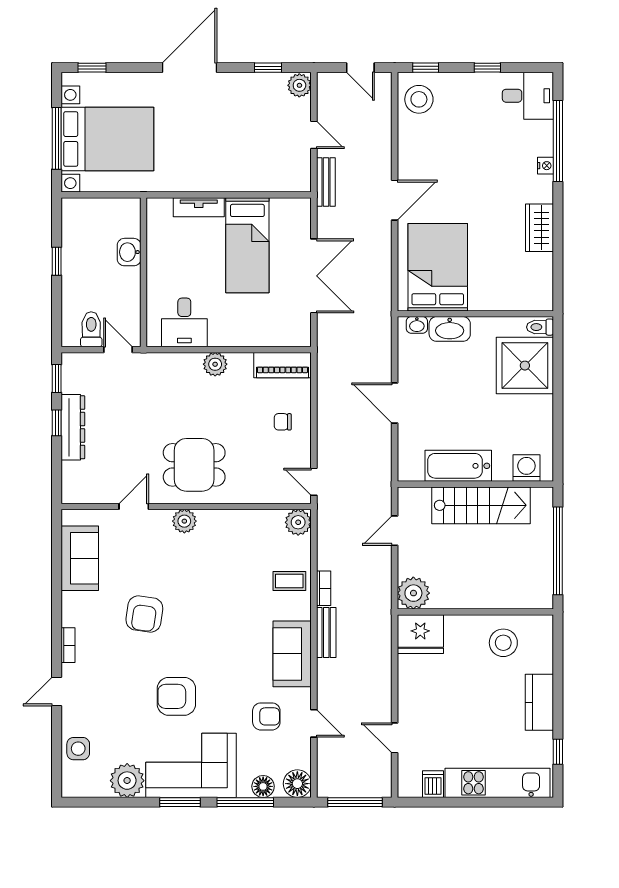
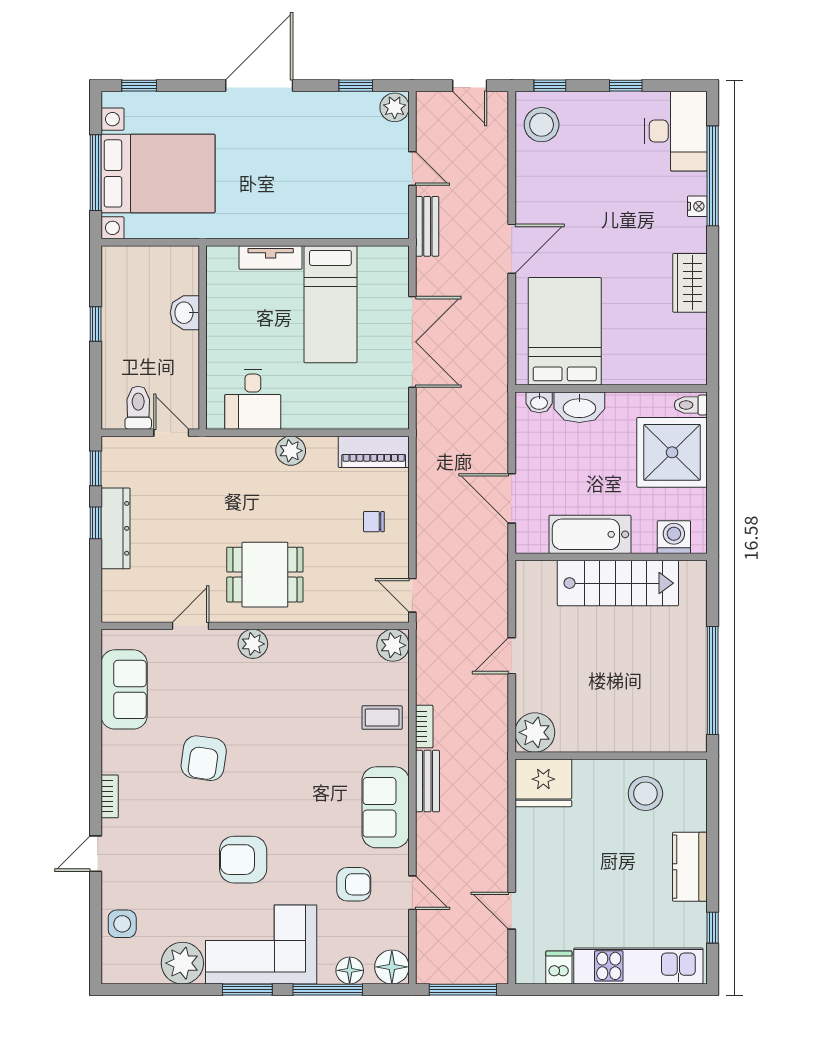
desk: (528, 96) -> (676, 131), width x1.37
bathtub: (458, 466) -> (590, 534), moved
washing machine: (526, 468) -> (674, 537), moved
wall: (475, 484) -> (611, 557), moved
stairs: (481, 505) -> (618, 583), moved

